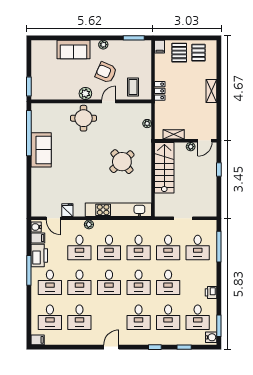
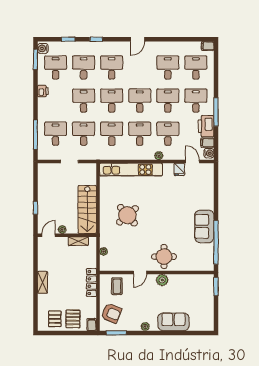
armchair: (106, 72) -> (111, 313), moved
locker: (160, 91) -> (91, 283), width x1.53

